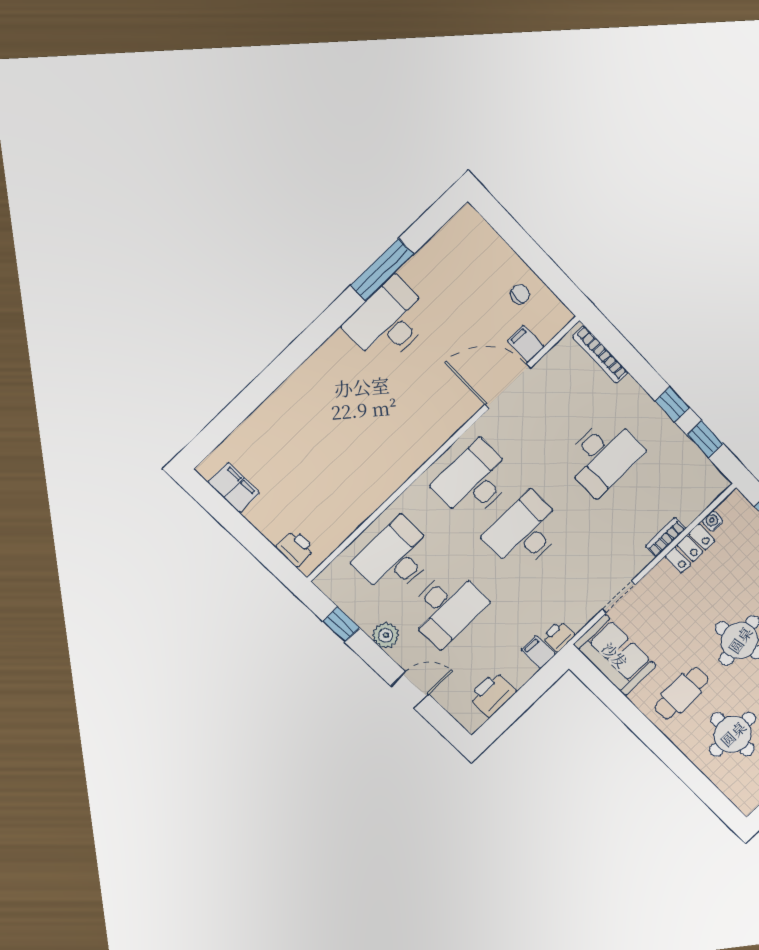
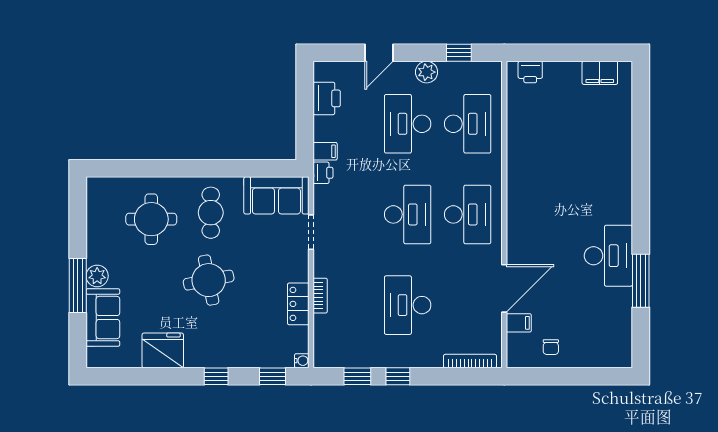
water cooler: (713, 521) -> (302, 361), moved

